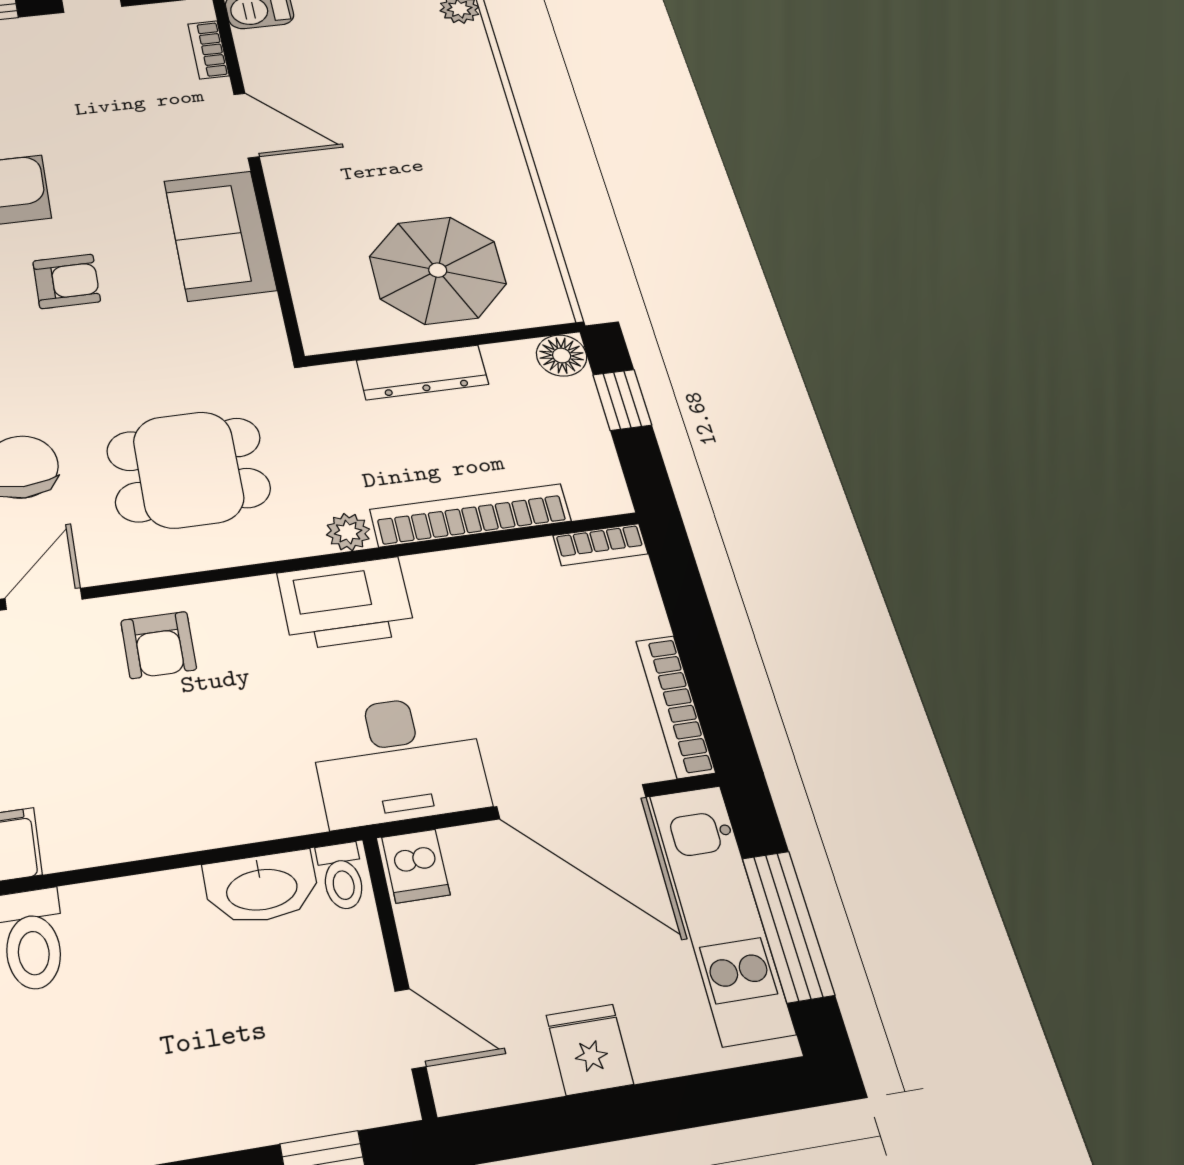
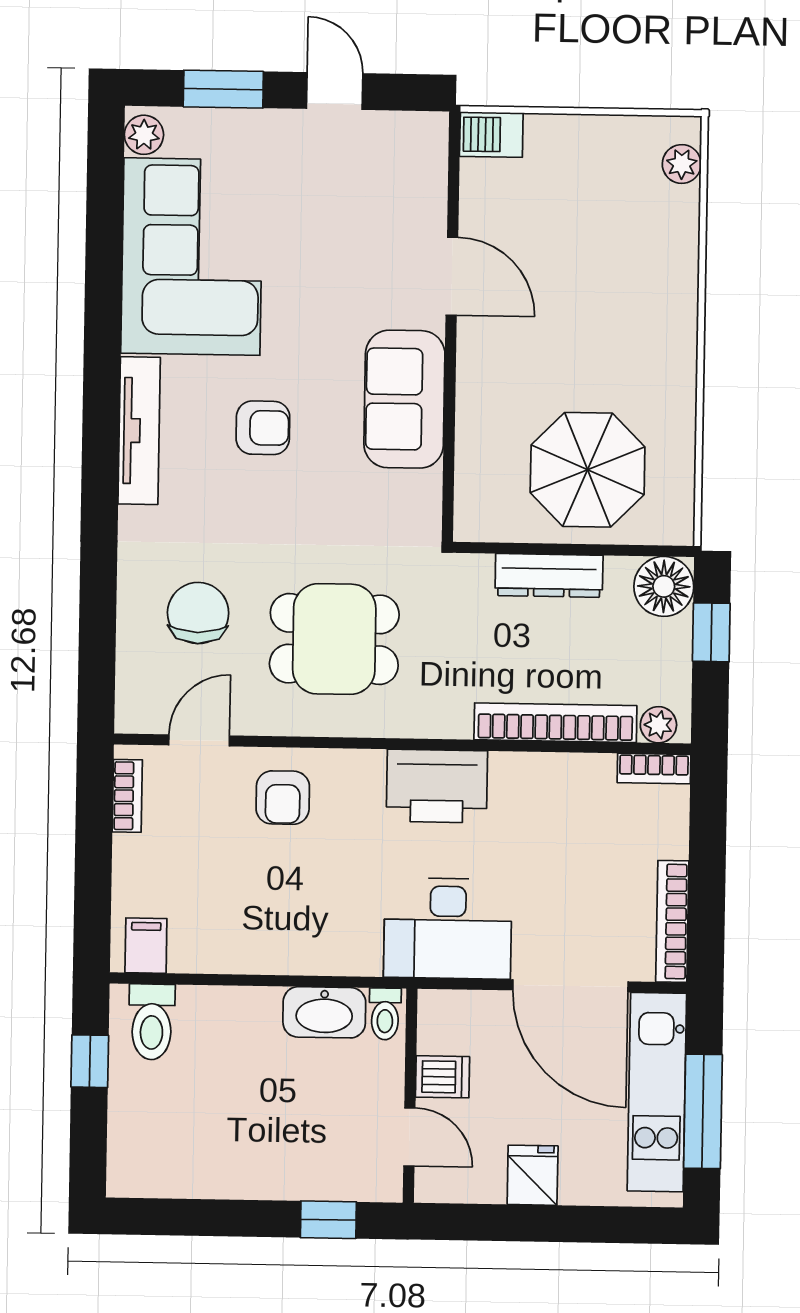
bookcase: (208, 50) -> (434, 178), removed
floor lamp: (562, 356) -> (664, 586), width x1.38, depth x1.38
plant: (348, 532) -> (658, 725), moved
dishwasher: (416, 866) -> (443, 1077), moved, turned -90

